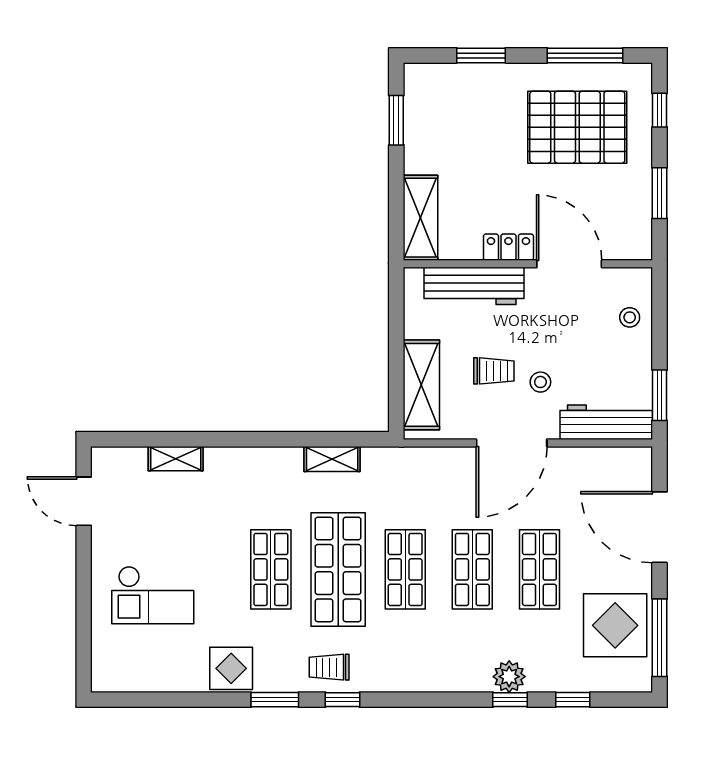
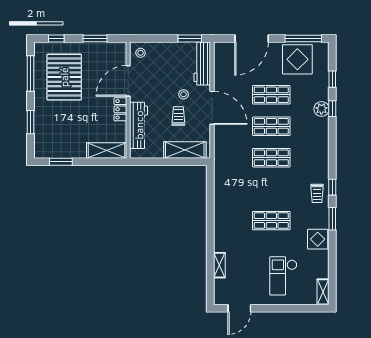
stool: (630, 317) -> (141, 53), moved
shelving: (332, 459) -> (323, 292), moved
shop shelf: (338, 569) -> (271, 189), removed
checkout: (153, 595) -> (283, 276), turned 180

